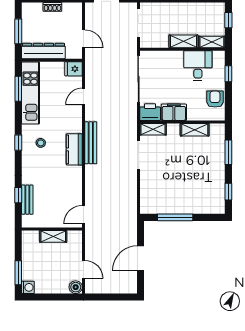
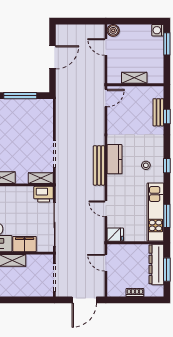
dresser: (43, 51) -> (156, 264), moved, turned 90
door: (84, 96) -> (106, 209), swing flipped
filing cabinet: (174, 112) -> (25, 244), moved, turned 180

